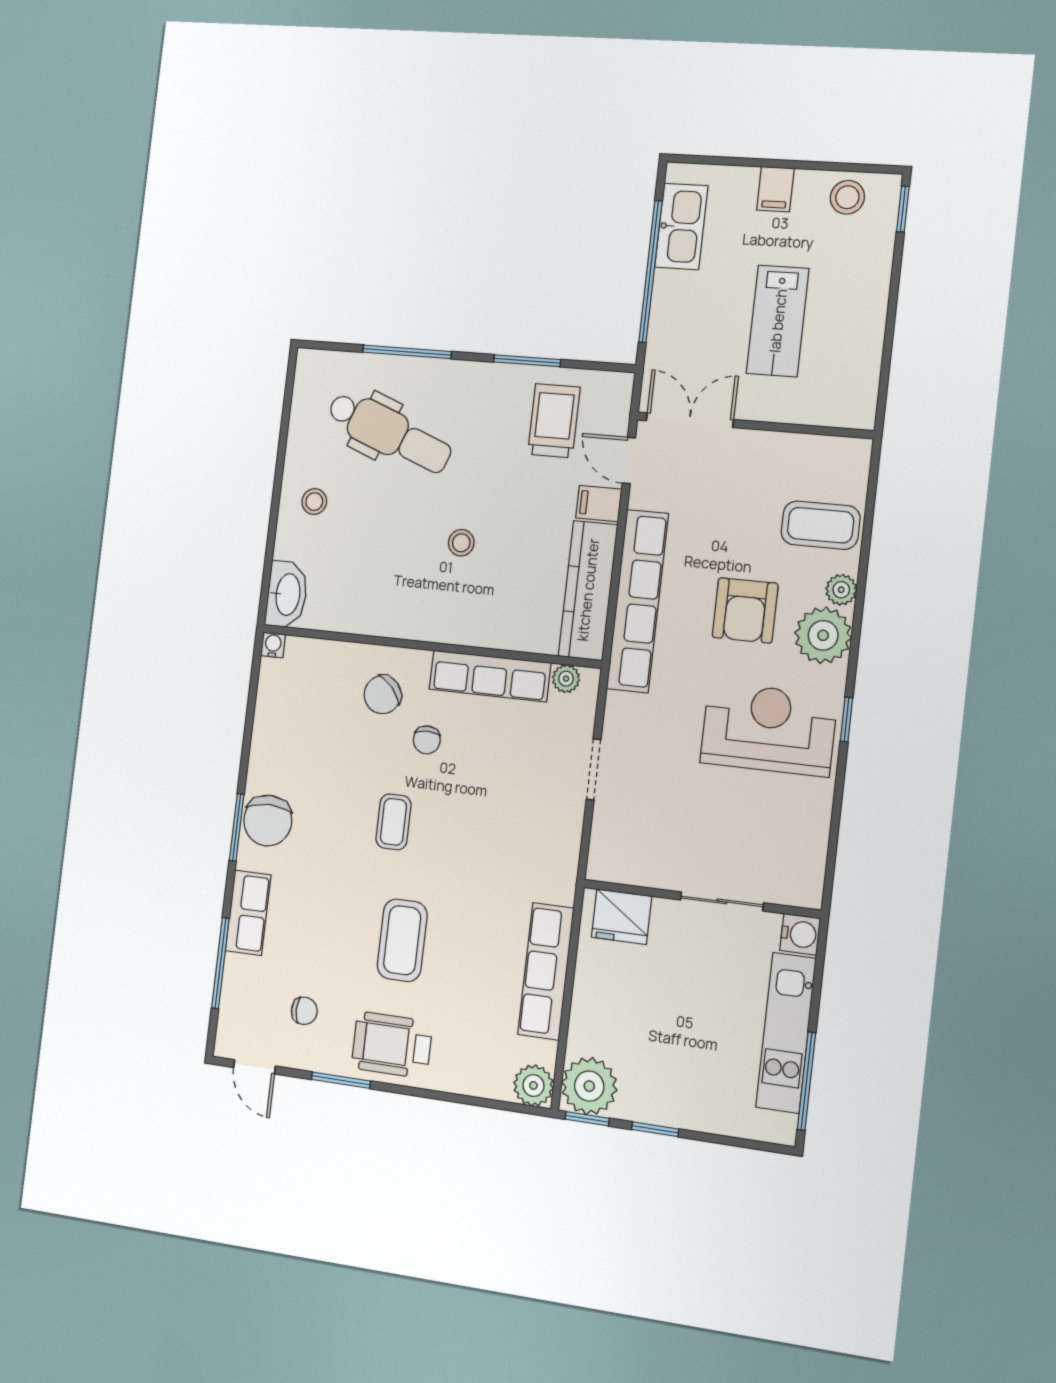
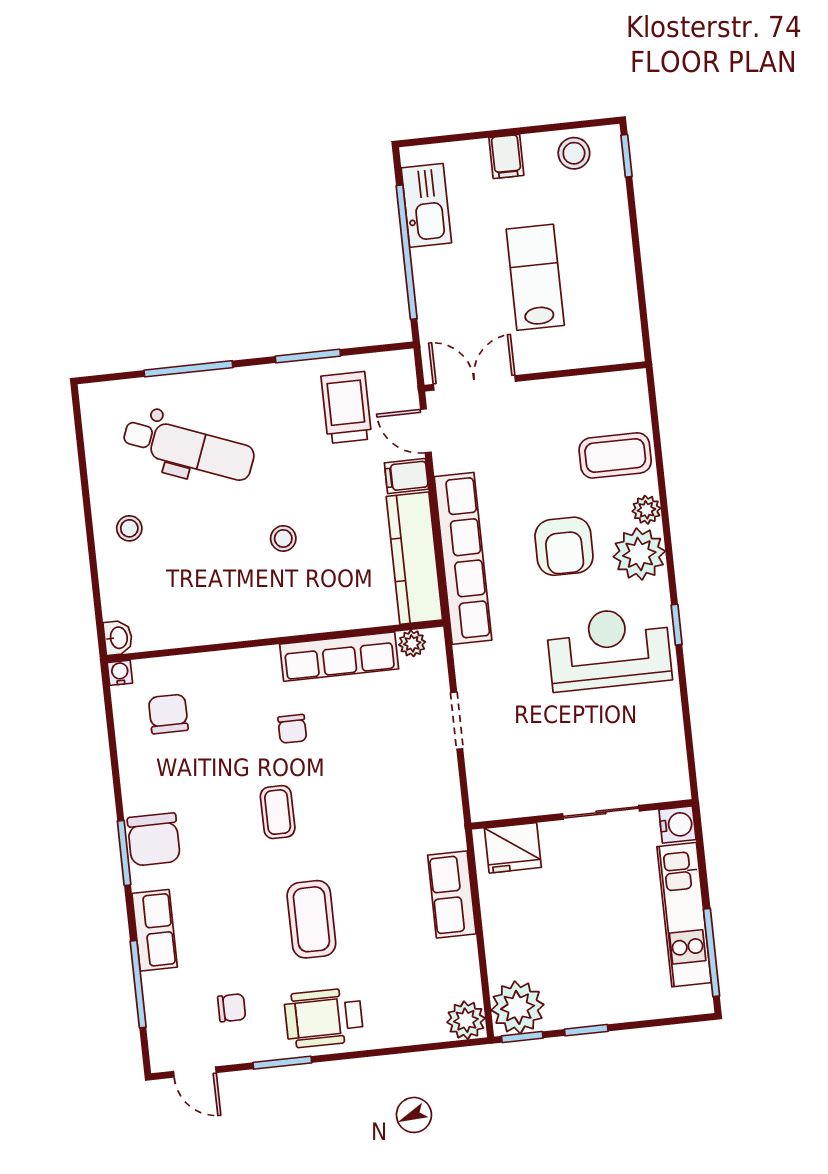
lab bench: (778, 321) -> (535, 277), turned 180
washbasin: (287, 594) -> (118, 638), width x0.52, depth x0.69
chair: (382, 695) -> (168, 714), moved, turned 132
row of seats: (546, 971) -> (452, 894), width x0.68

